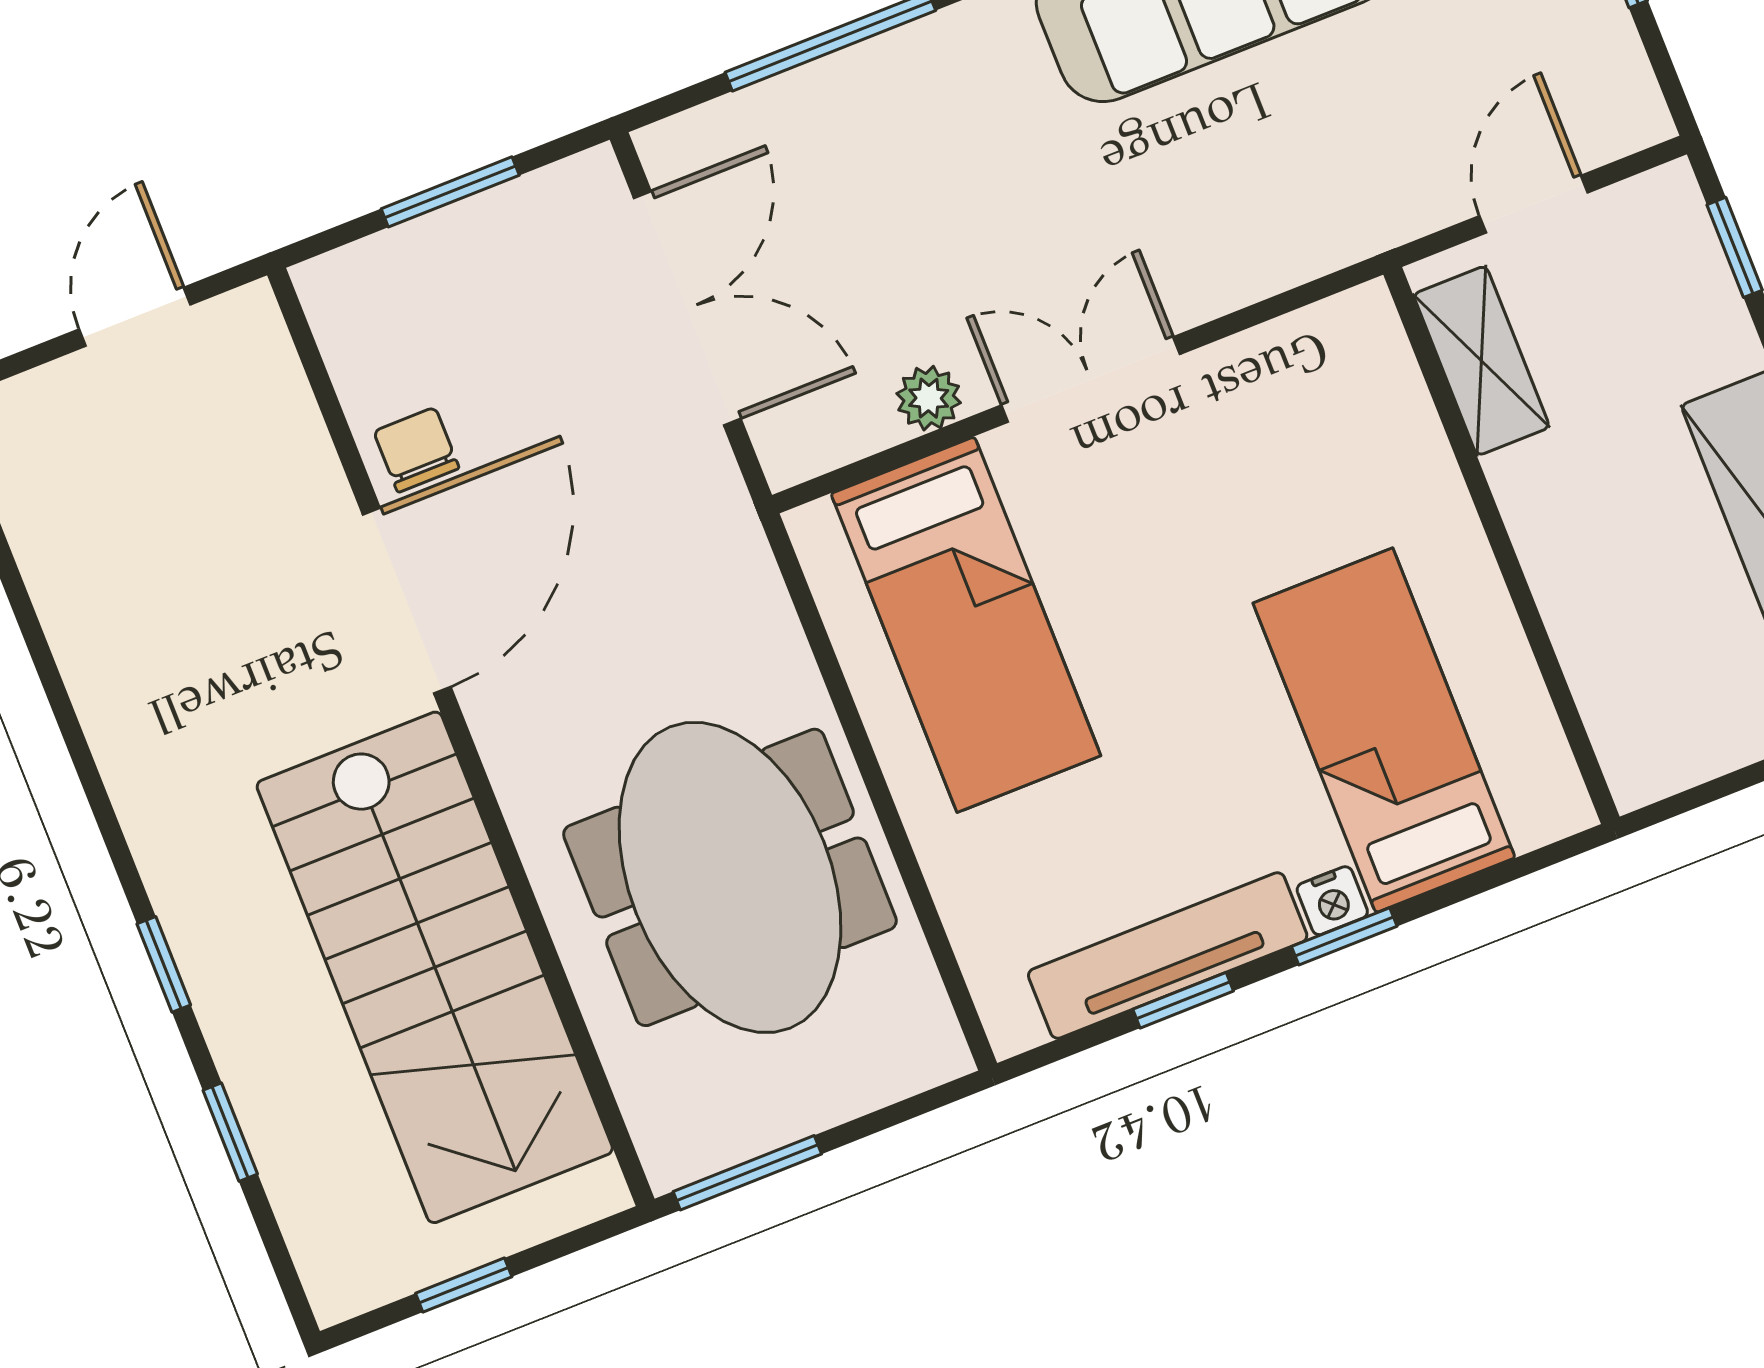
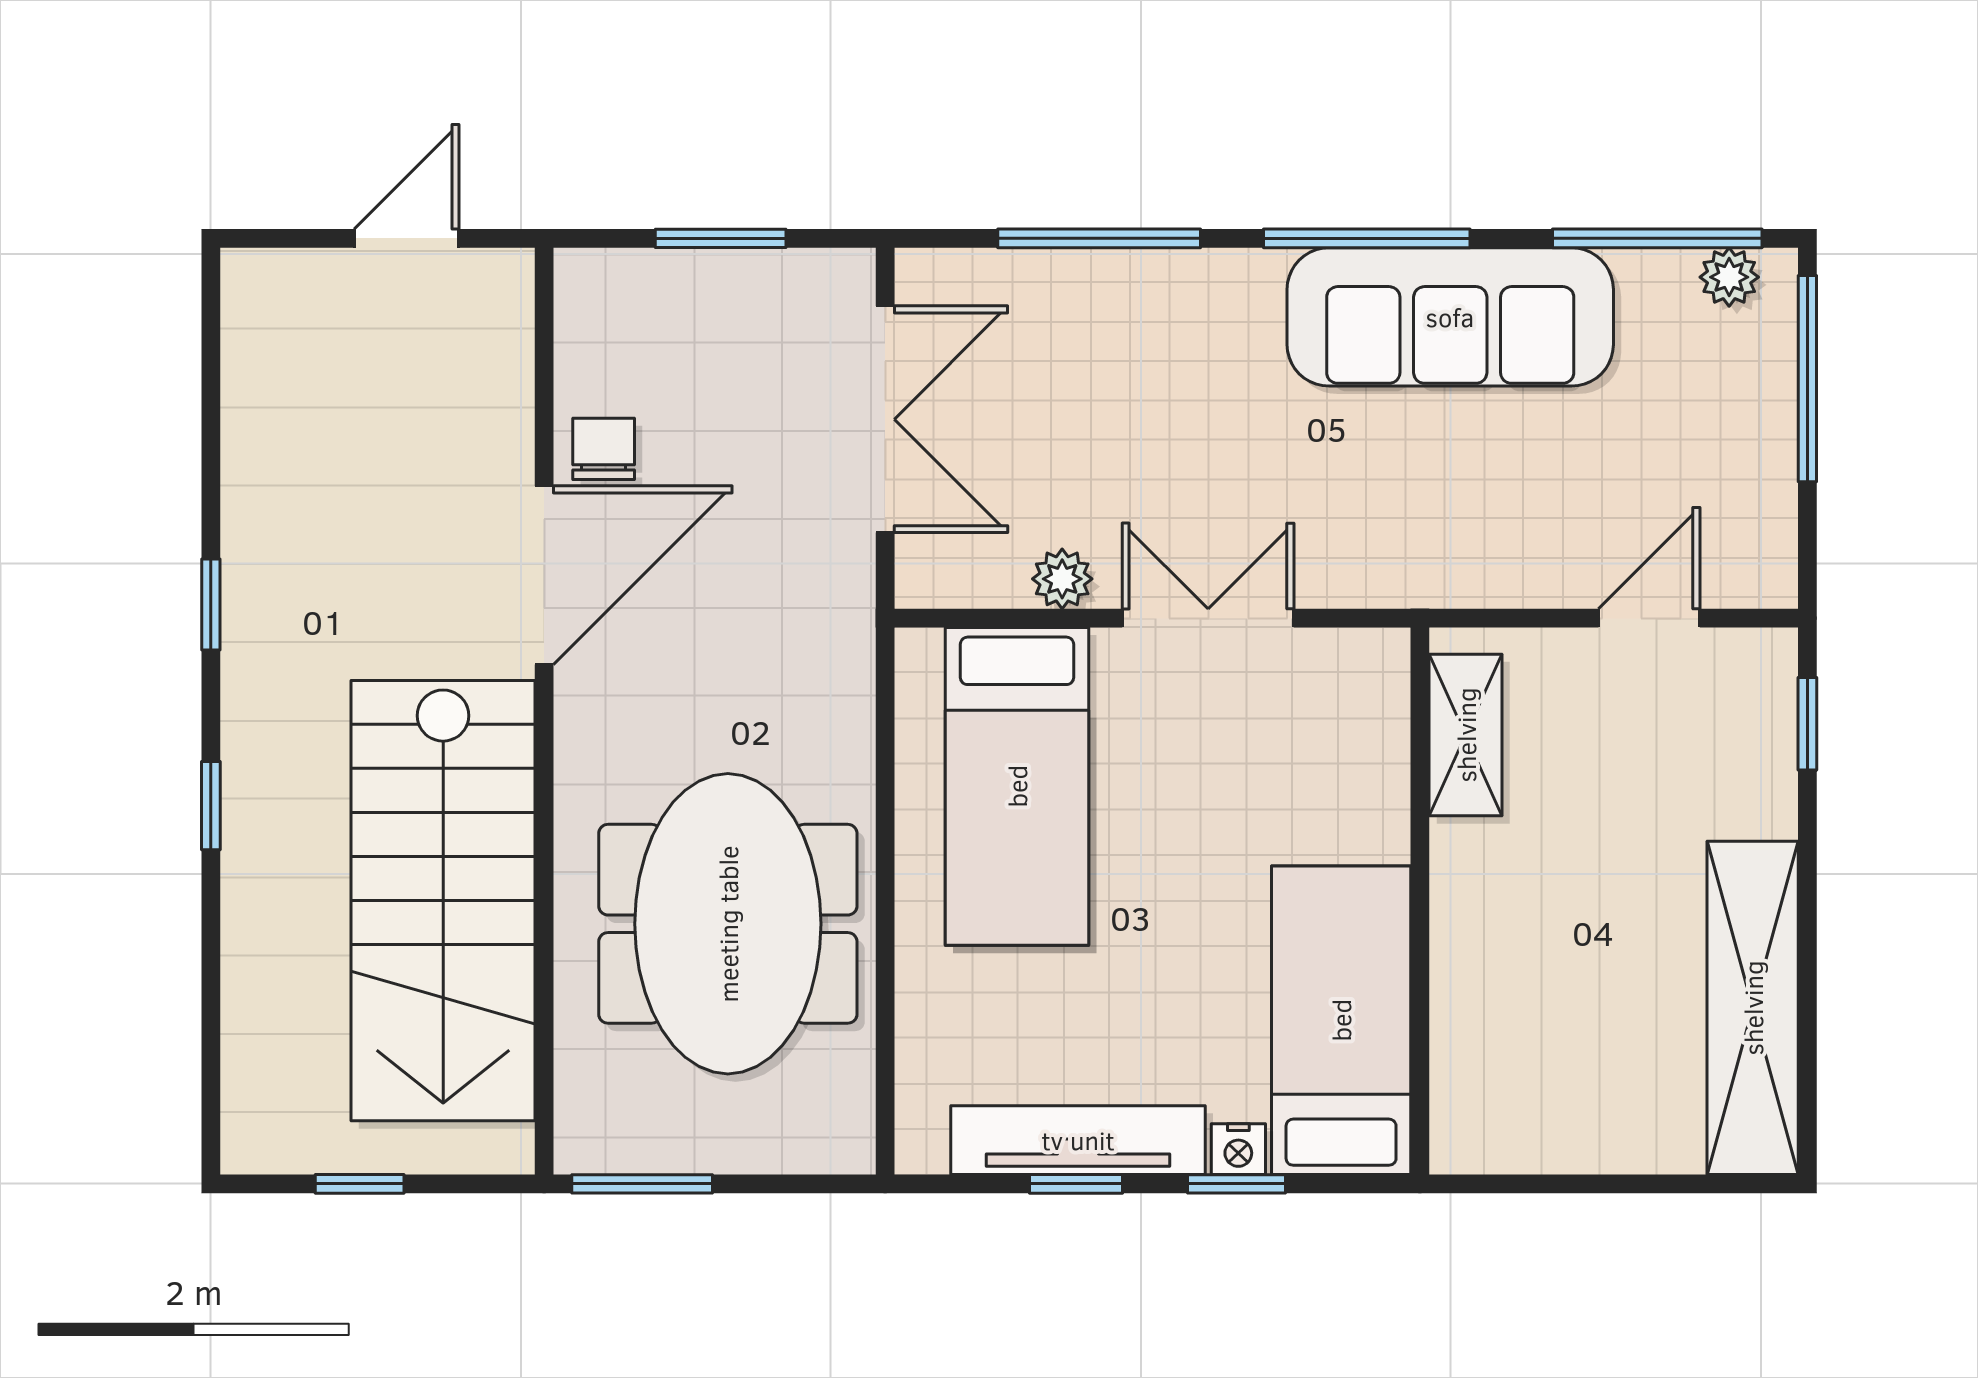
shelving: (1481, 361) -> (1466, 735), moved
wall: (1502, 546) -> (1420, 901), moved
window: (230, 1132) -> (211, 604), moved

